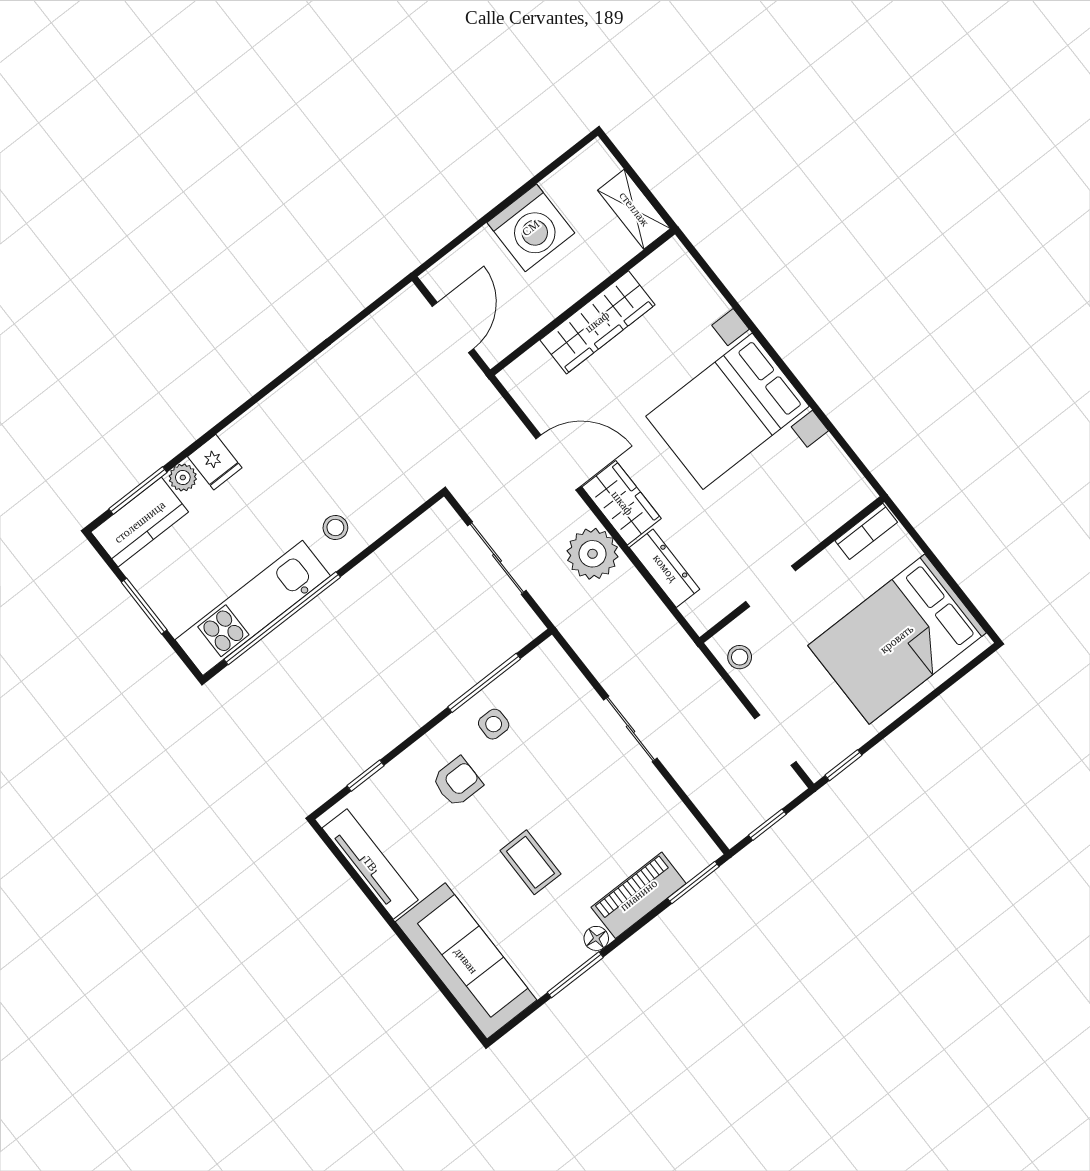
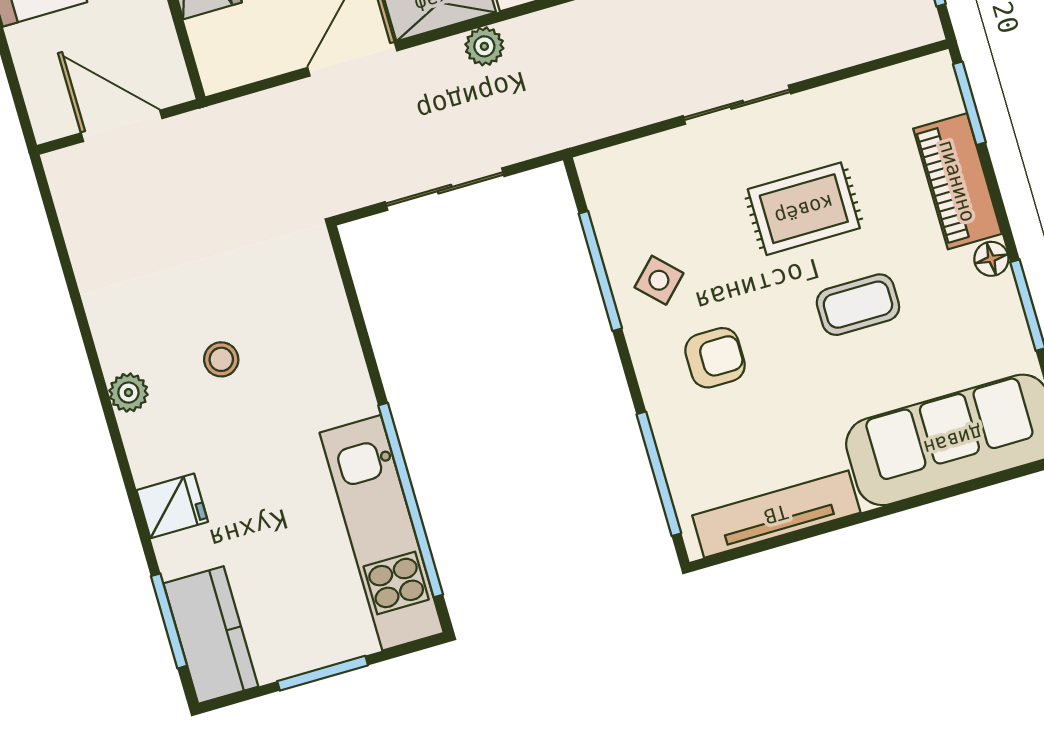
plant: (183, 478) -> (128, 393), moved
stool: (335, 527) -> (221, 359), moved
plant: (592, 554) -> (484, 46), width x0.53, depth x0.53
side table: (494, 724) -> (659, 280), turned 45
window: (366, 776) -> (659, 474), width x2.17
armchair: (457, 782) -> (715, 358), turned 90
rug: (579, 801) -> (804, 209), added

